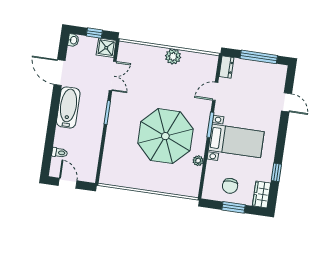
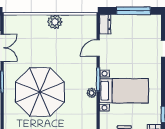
parasol: (165, 136) -> (40, 92), moved
plant: (198, 161) -> (92, 93), moved

